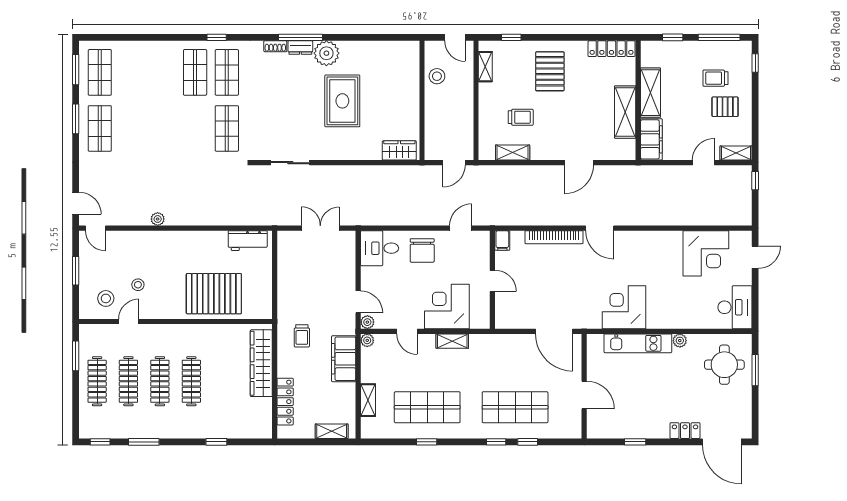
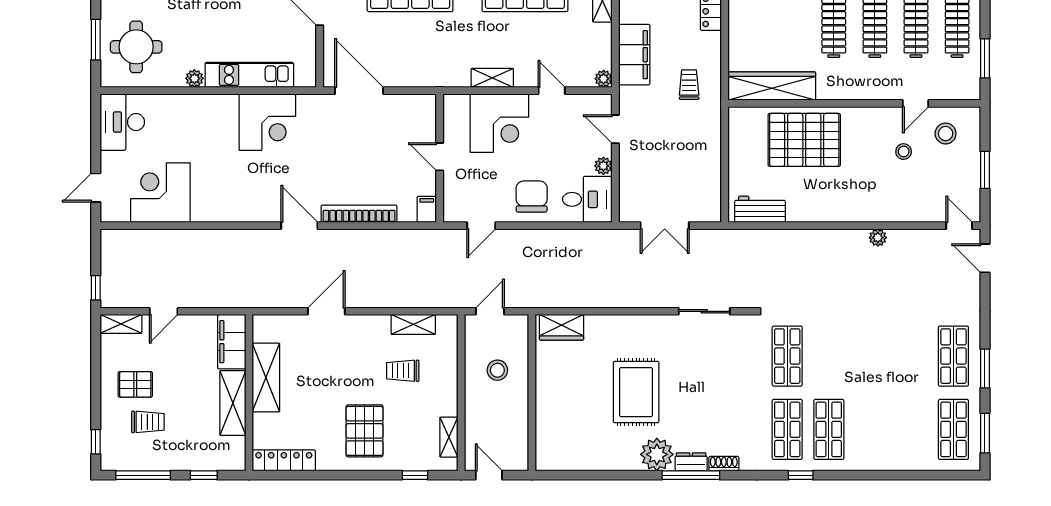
stool: (437, 76) -> (497, 370), moved
plant: (367, 322) -> (603, 166), moved
wardrobe: (261, 363) -> (772, 86), moved, turned -90

